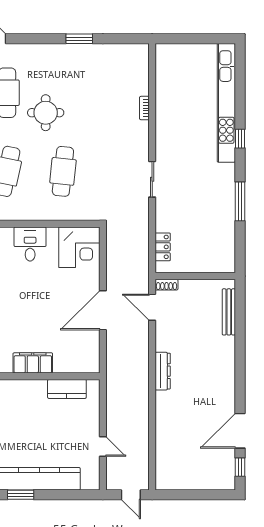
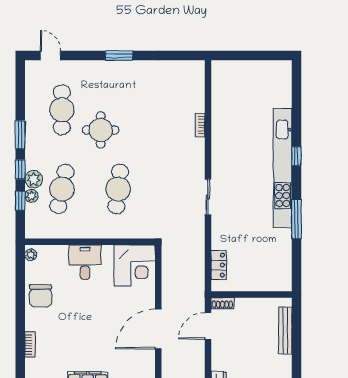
window: (79, 39) -> (119, 56), moved
kitchen unit: (226, 103) -> (283, 168), moved
door: (152, 307) -> (208, 326), hinge flipped

